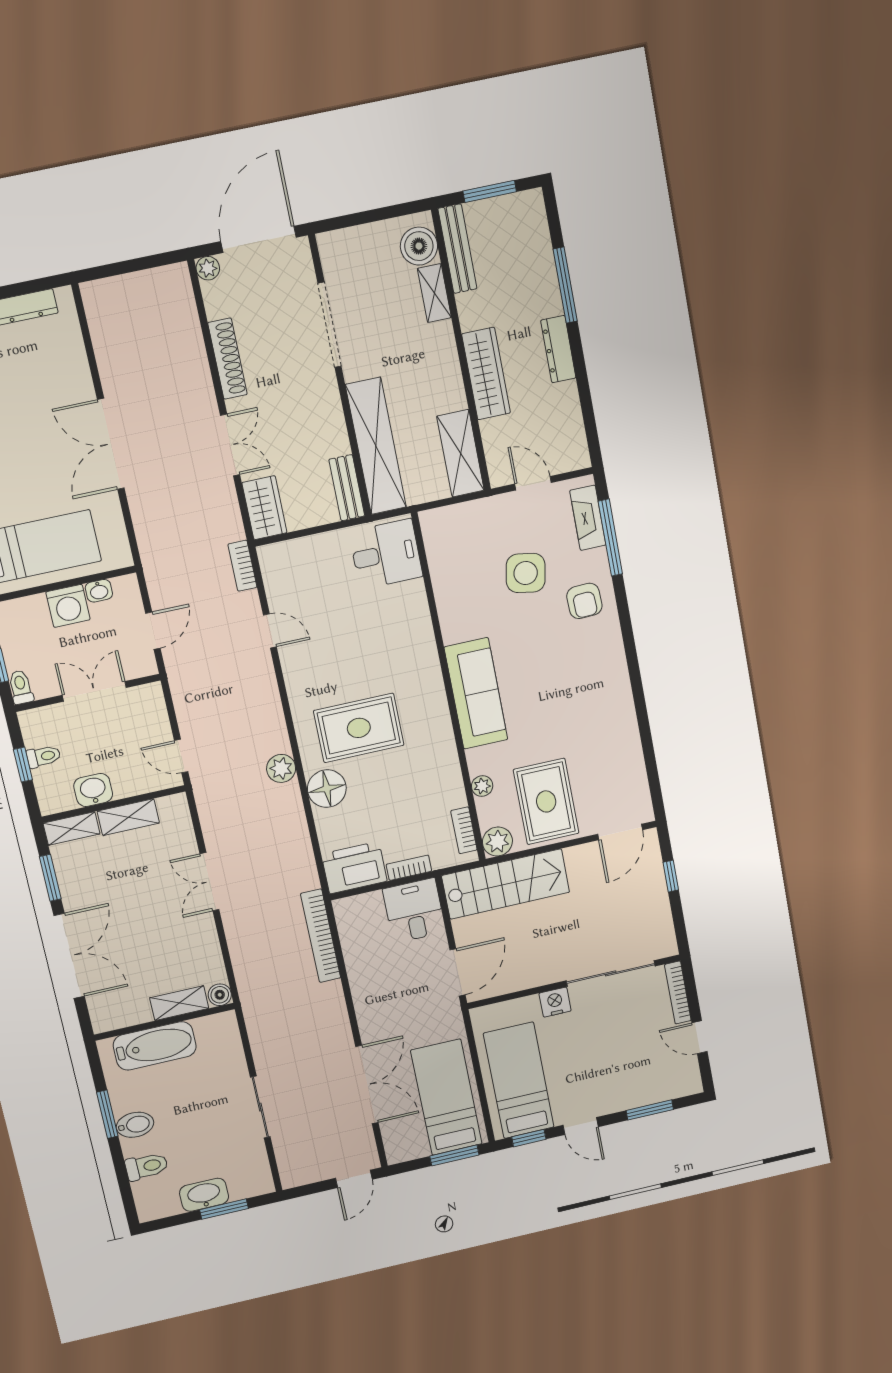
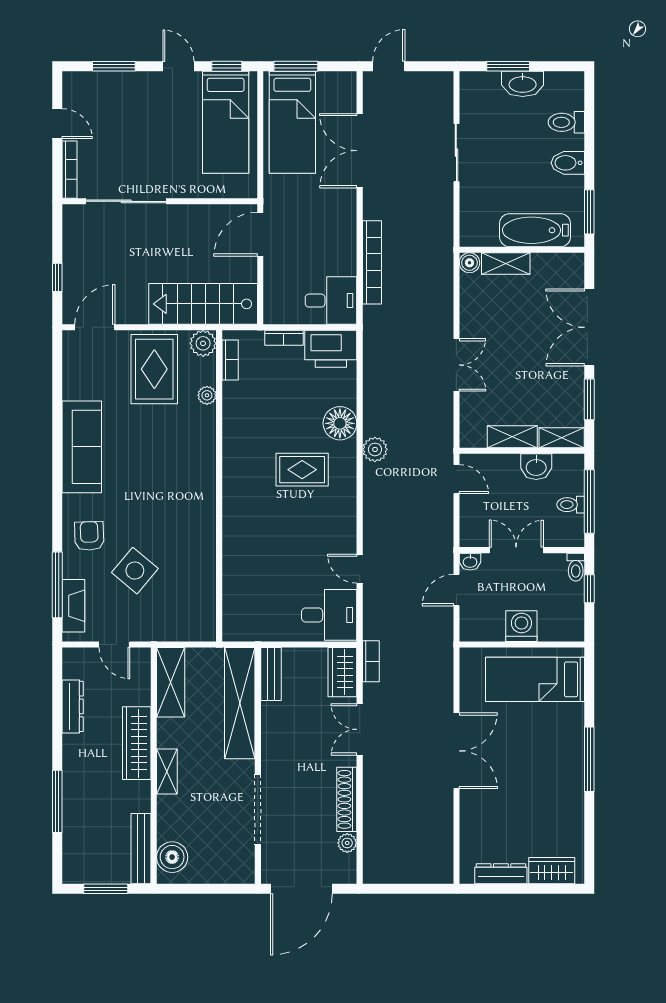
plant: (208, 268) -> (347, 843), moved
shelving: (434, 293) -> (167, 772), moved
dresser: (558, 349) -> (73, 706), moved
desk: (386, 554) -> (329, 615), moved, turned 180
bookcase: (242, 566) -> (371, 661), moved
side table: (526, 573) -> (135, 571), turned 30
washbasin: (99, 591) -> (470, 562), moved, turned 180
double door: (94, 691) -> (516, 550), swing flipped
sofa: (476, 693) -> (82, 447), moved, turned 180
rug: (359, 728) -> (302, 470), width x0.73, depth x0.70
window: (23, 765) -> (589, 502), width x2.17
desk: (414, 911) -> (331, 301), moved, turned -90
bookcase: (321, 936) -> (372, 262), moved
nightstand: (555, 1002) -> (180, 187), removed
window: (107, 1114) -> (589, 212), moved

